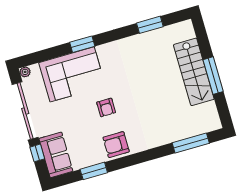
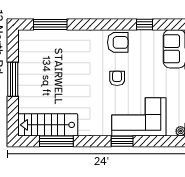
window: (150, 25) -> (56, 141), width x1.44
stairs: (194, 72) -> (48, 125), moved, turned -90
window: (94, 171) -> (145, 25), width x0.67

